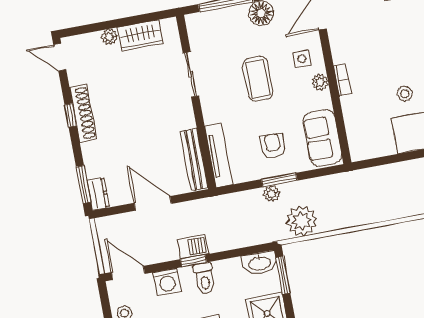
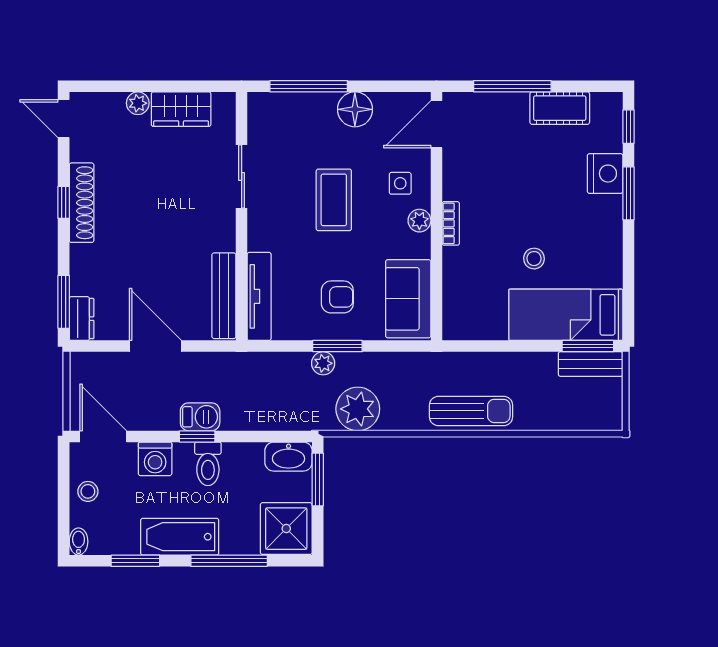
armchair: (273, 146) -> (337, 297), turned 90
sun lounger: (381, 208) -> (471, 411), added

